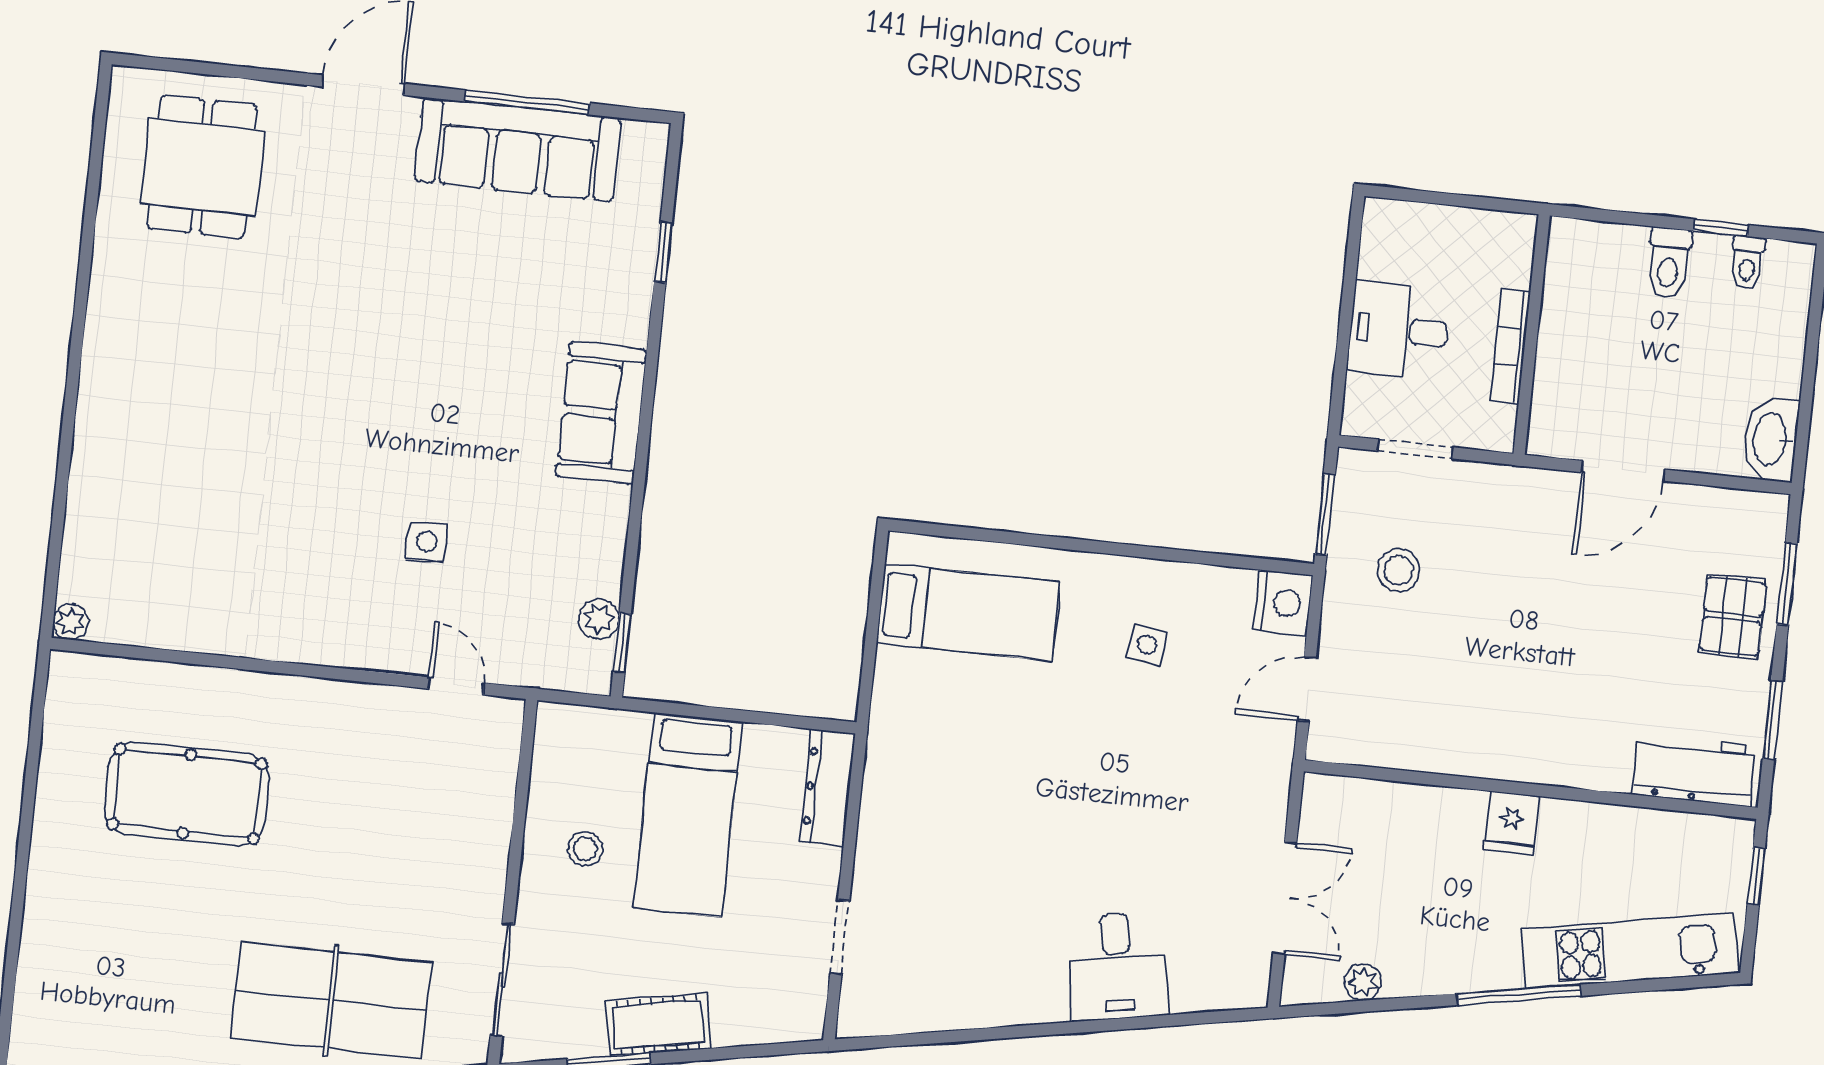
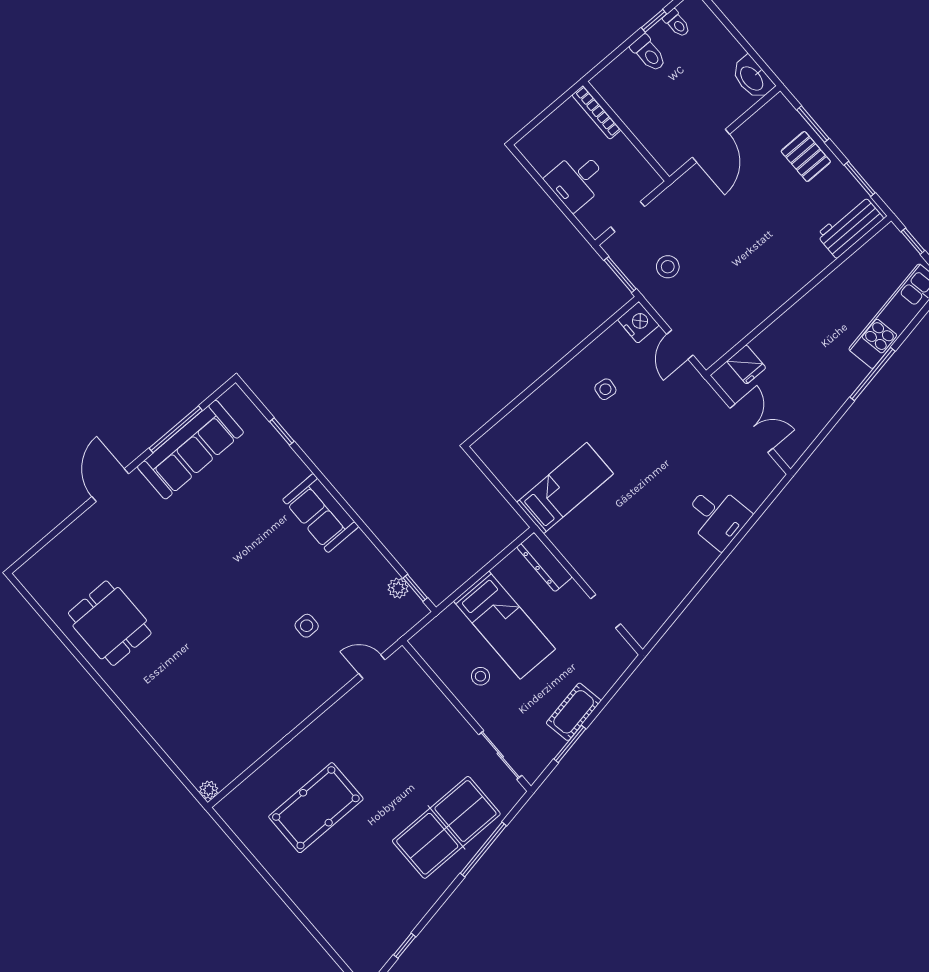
dining table: (202, 167) -> (110, 623), moved
bookcase: (1510, 347) -> (596, 113), moved
bed: (968, 612) -> (565, 488), moved
fridge: (1512, 823) -> (746, 365), moved
plant: (1363, 982) -> (811, 429), removed

